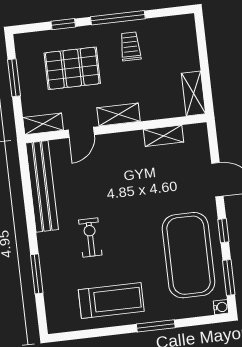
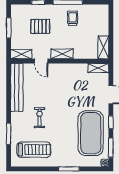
pallet: (72, 68) -> (40, 26), width x0.67, depth x0.71
door: (81, 132) -> (41, 61), hinge flipped
shelving: (164, 136) -> (98, 68), moved
treadmill: (111, 300) -> (34, 150), moved

